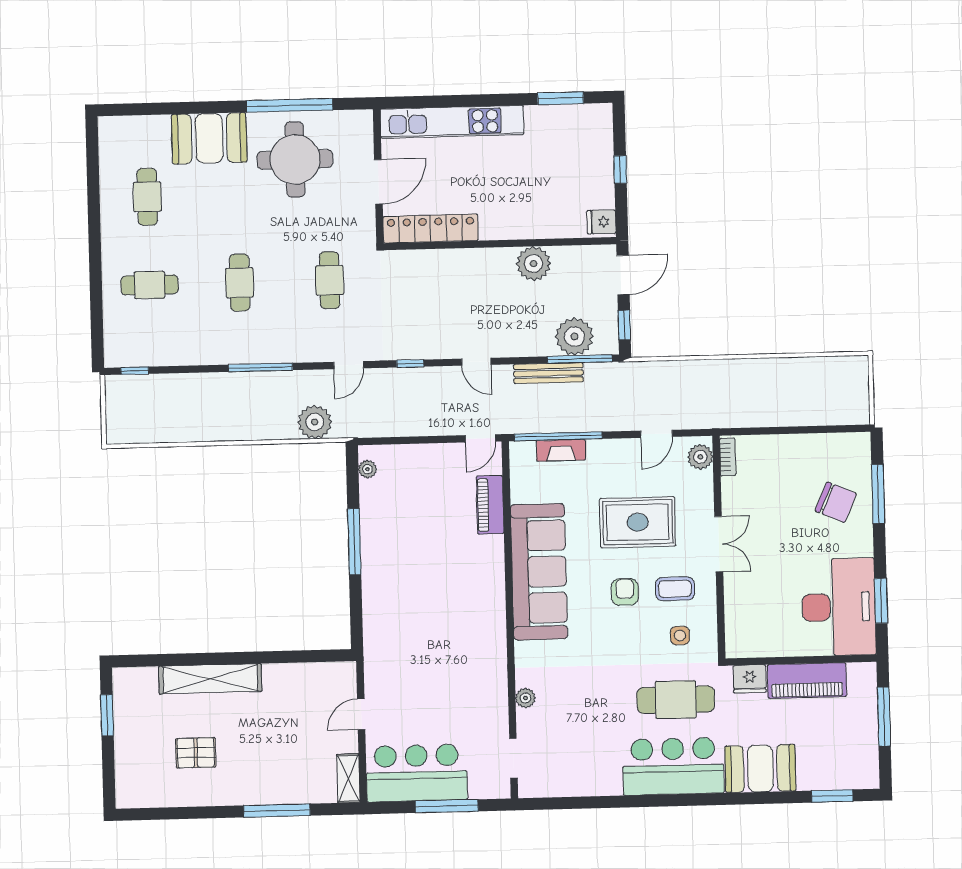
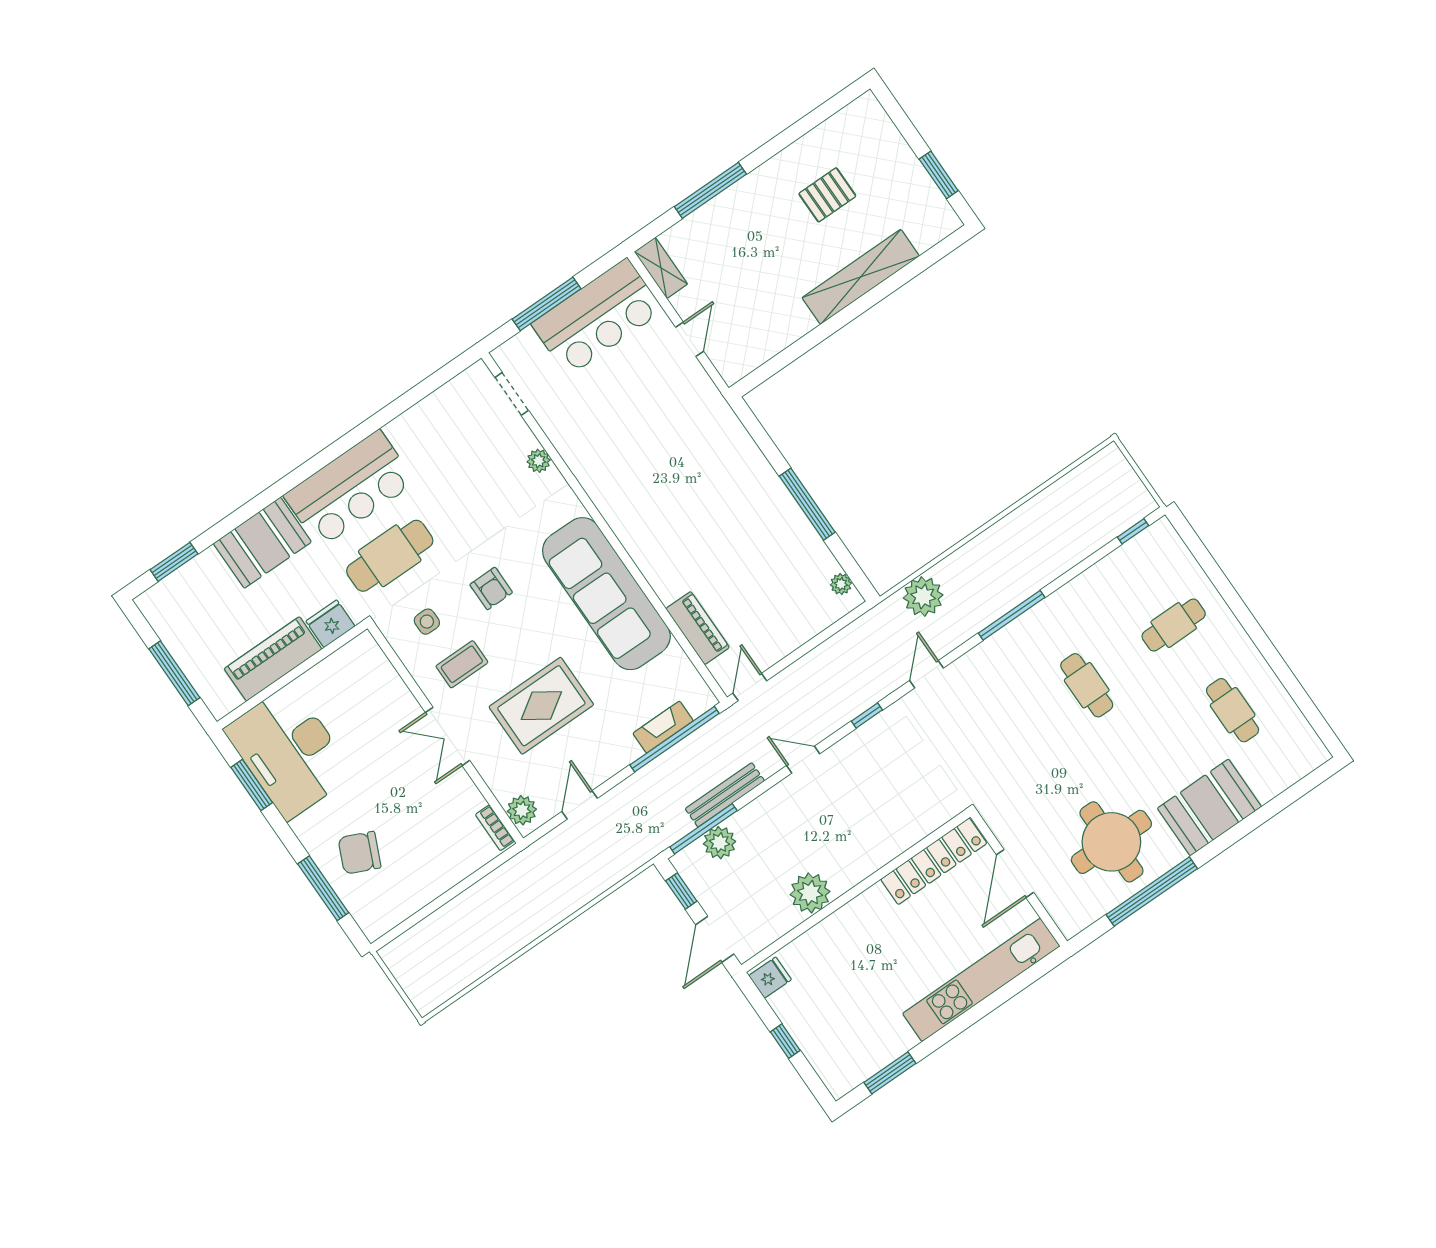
cafe table: (330, 280) -> (1000, 745), removed
plant: (574, 337) -> (720, 843), width x0.73, depth x0.73
armchair: (625, 592) -> (491, 589), moved

